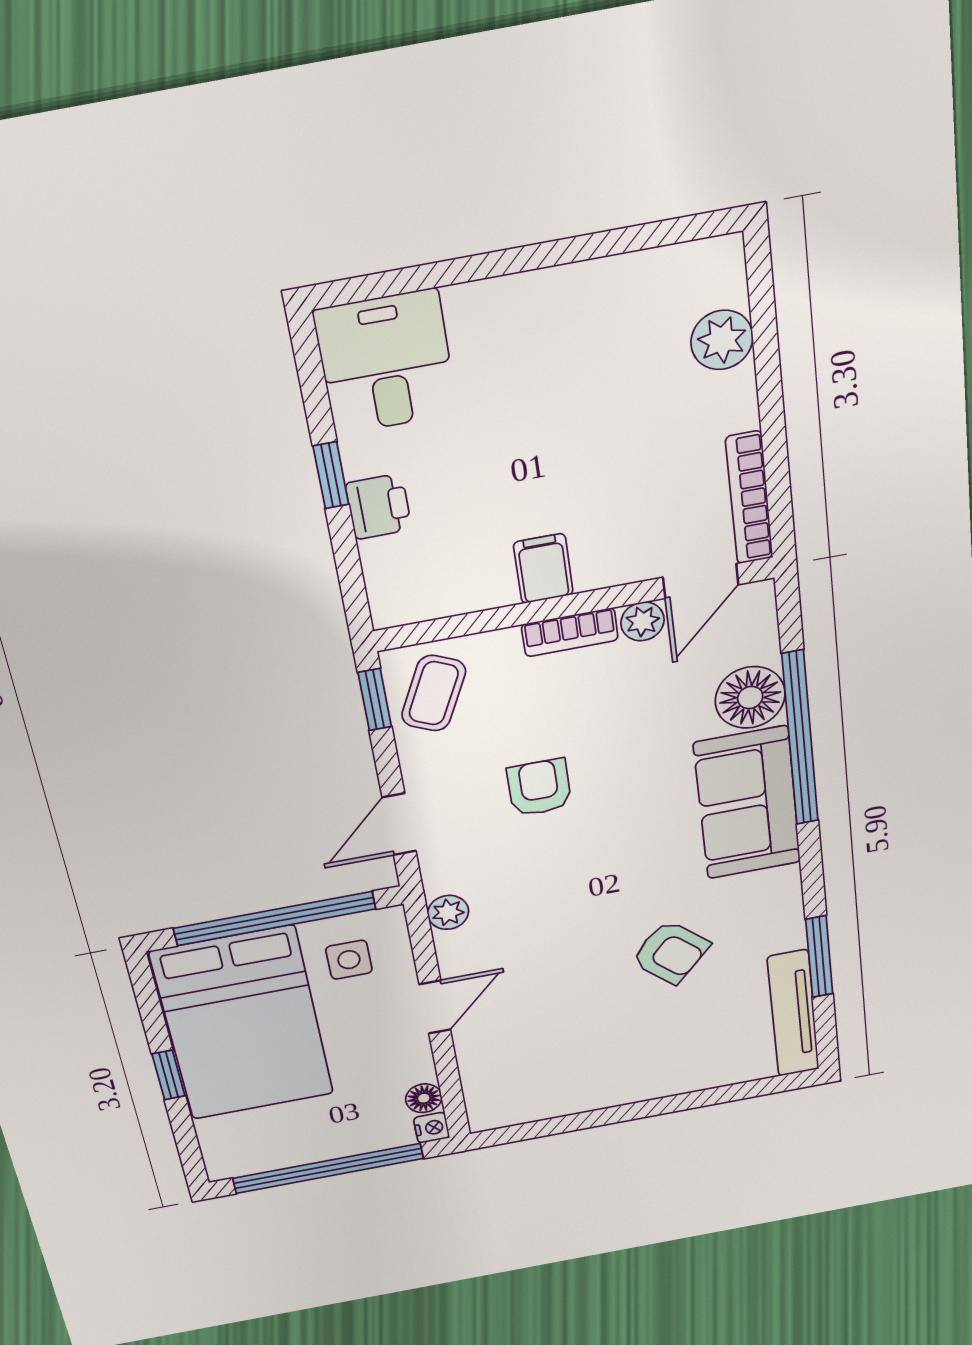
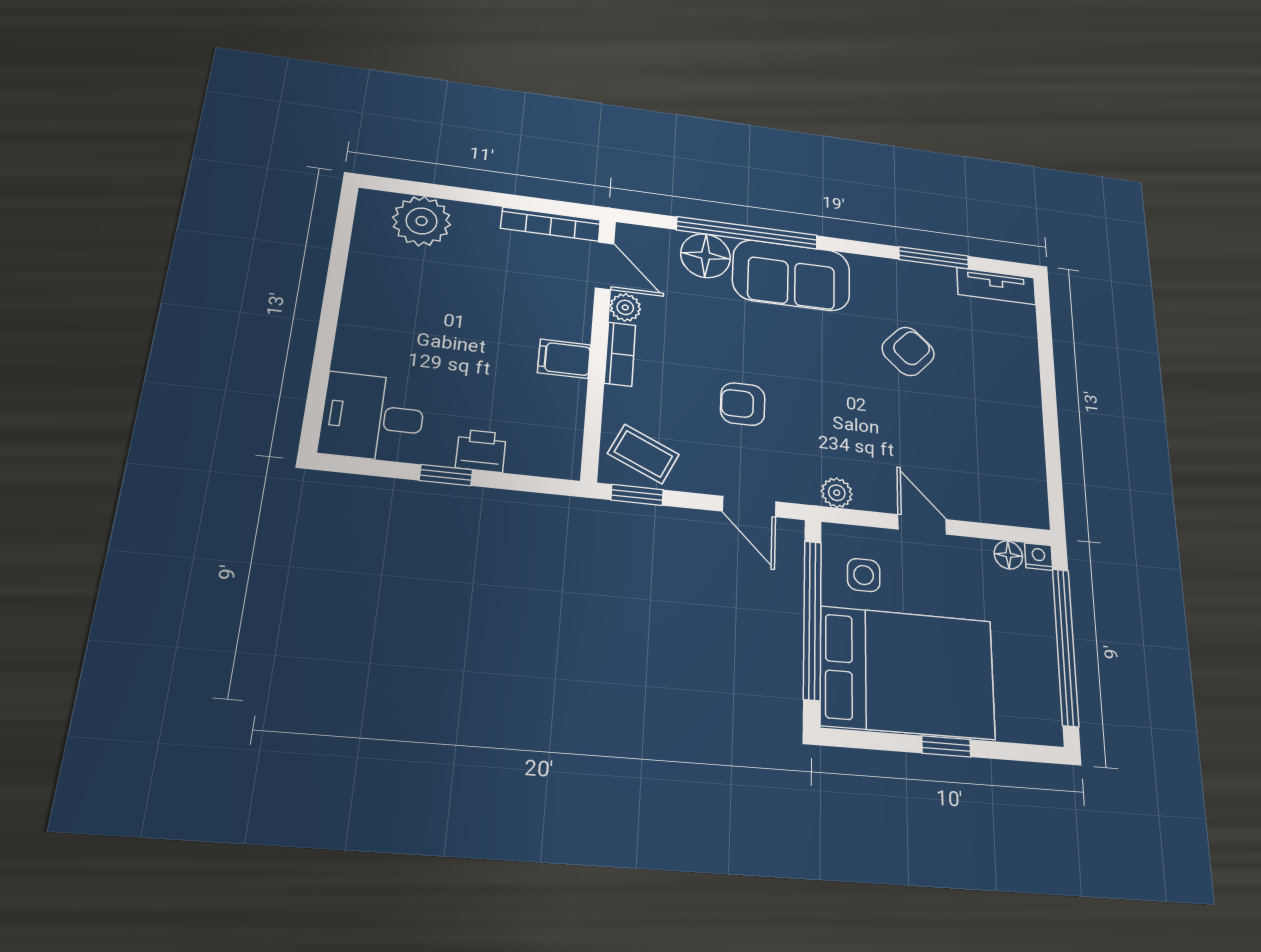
plant: (722, 340) -> (422, 221), width x1.36, depth x1.36
tv unit: (793, 1014) -> (996, 286), width x0.71

